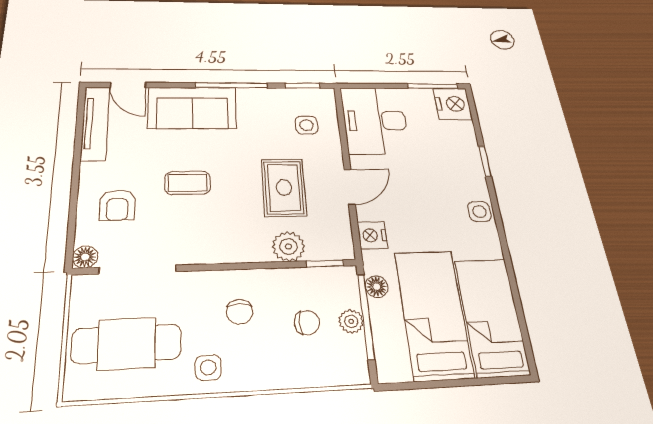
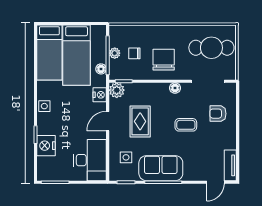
door: (128, 85) -> (215, 182), swing flipped
nightstand: (453, 104) -> (46, 146), moved
sofa: (192, 108) -> (161, 168), moved
tv unit: (95, 123) -> (230, 165), width x0.71
armchair: (117, 205) -> (218, 114), turned -90
plant: (288, 246) -> (117, 90), moved
floor lamp: (85, 257) -> (175, 88), moved
chair: (240, 312) -> (164, 60), width x1.87, depth x1.87
side table: (208, 368) -> (178, 36), removed

